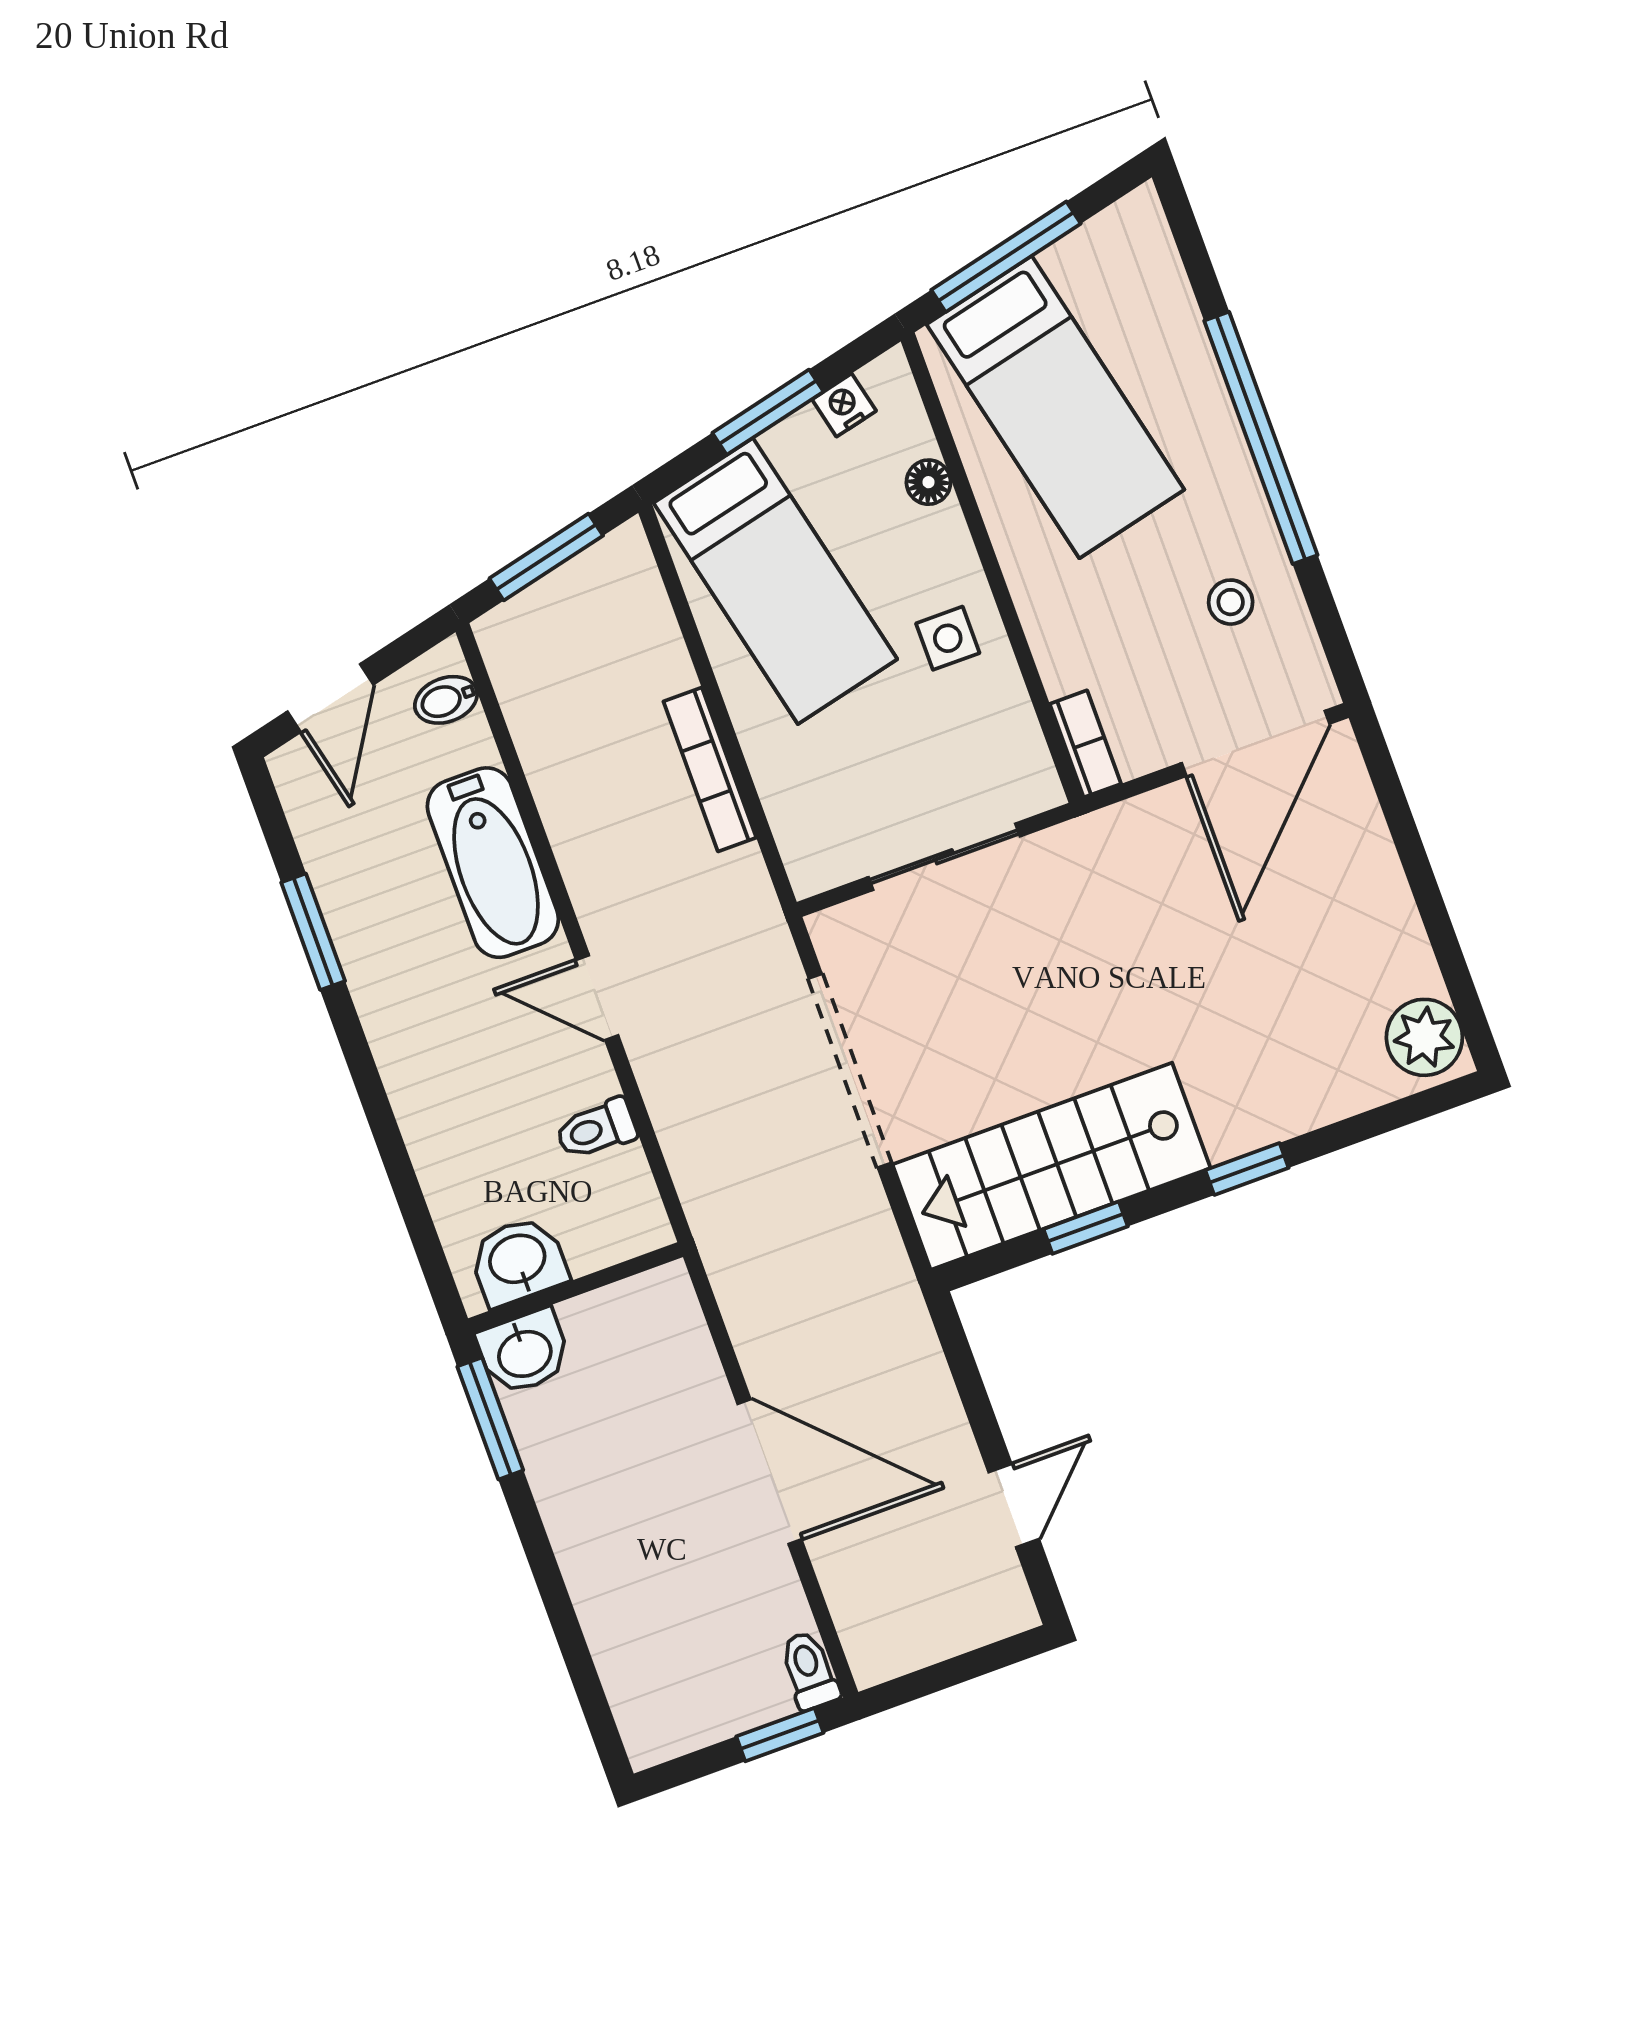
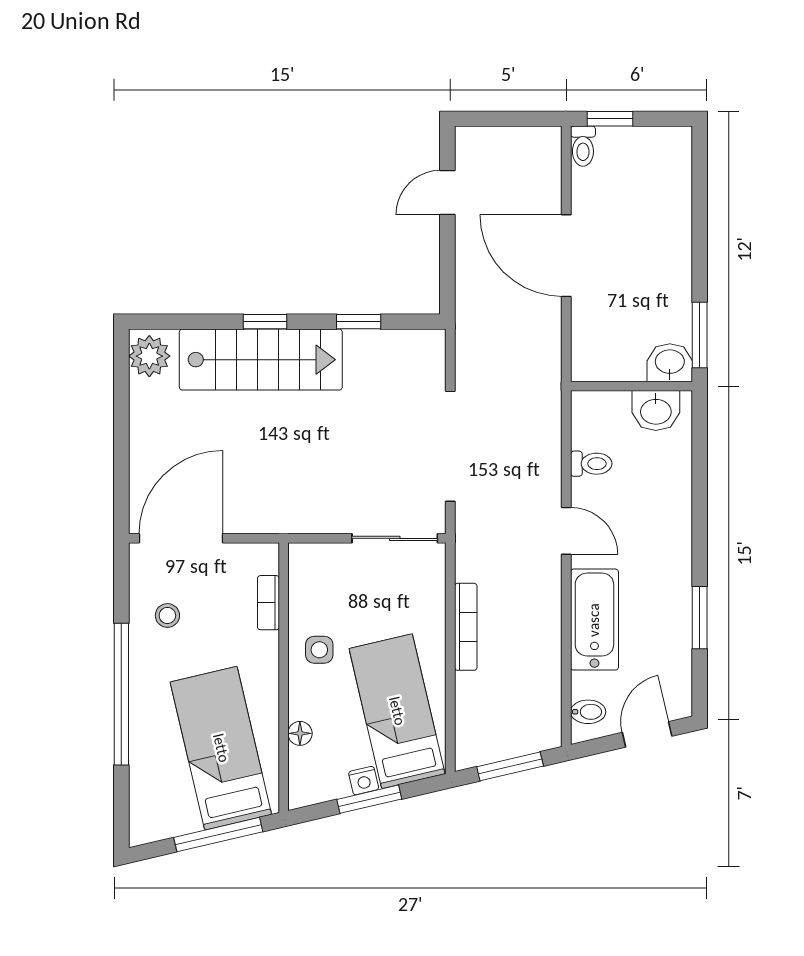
nightstand: (844, 405) -> (364, 781), moved
bookcase: (1085, 744) -> (268, 603), moved
sliding door: (944, 857) -> (395, 538), moved
stairs: (1051, 1166) -> (261, 360), moved

